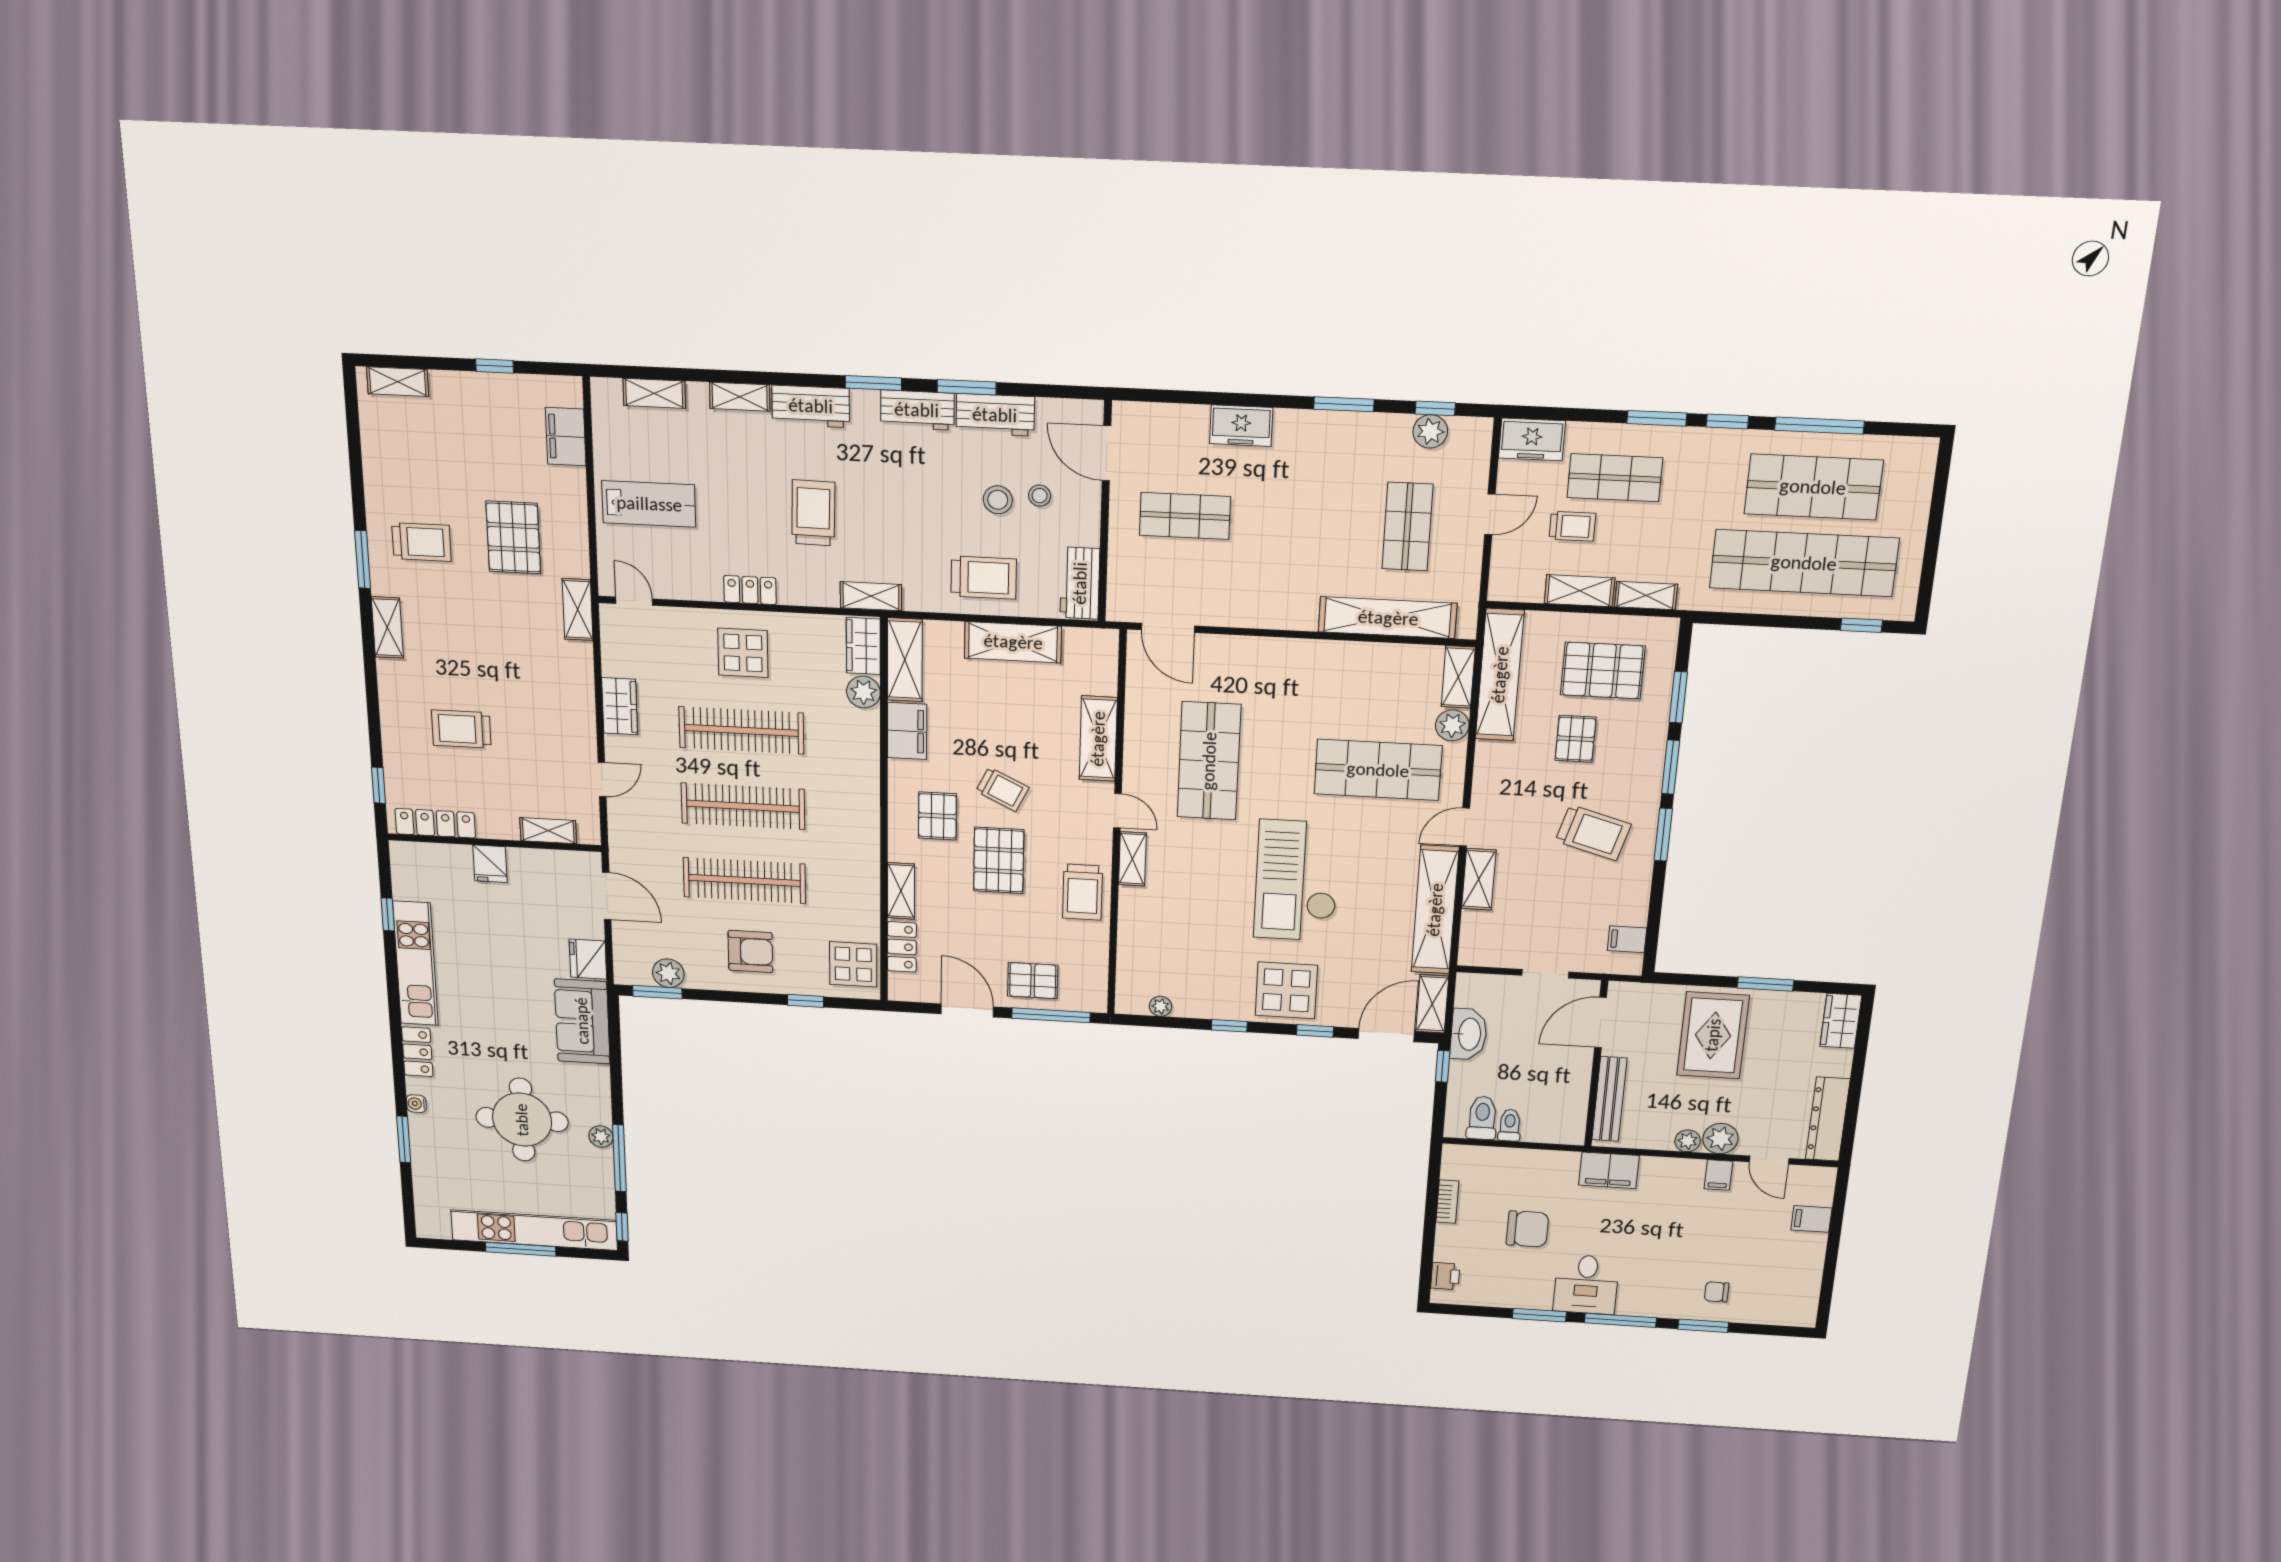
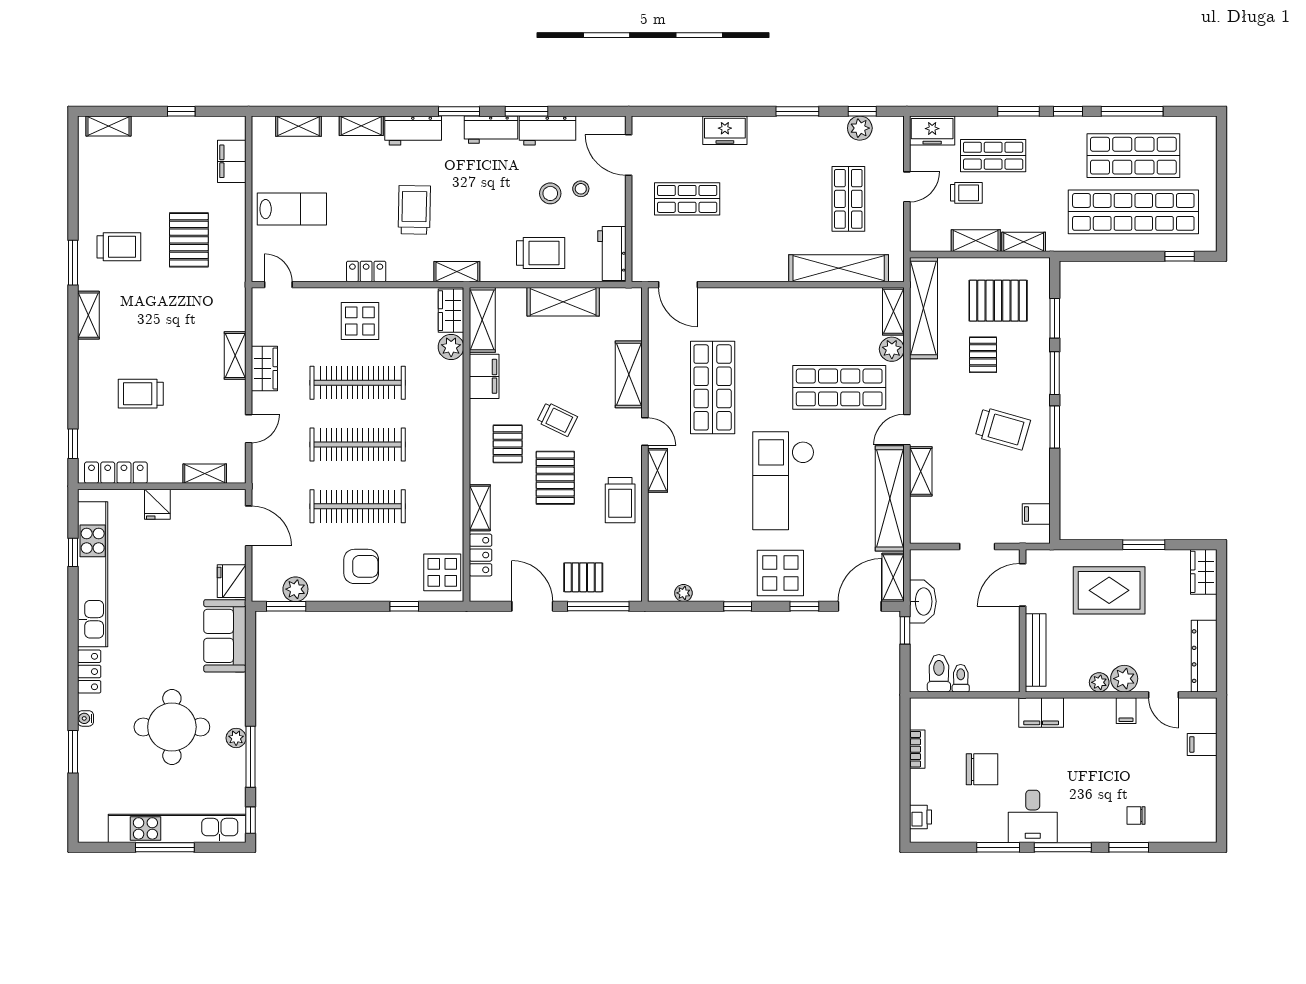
shelving: (578, 609) -> (235, 356), moved
kitchen unit: (416, 963) -> (93, 574), width x1.36
rug: (1713, 1035) -> (1109, 590), turned 90

